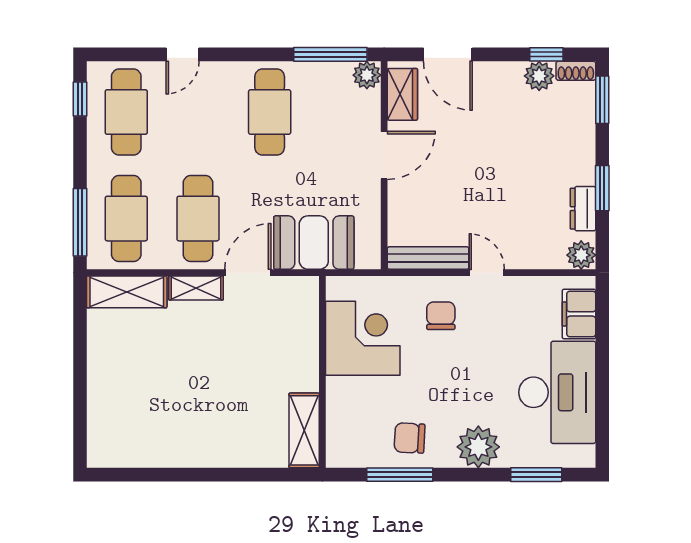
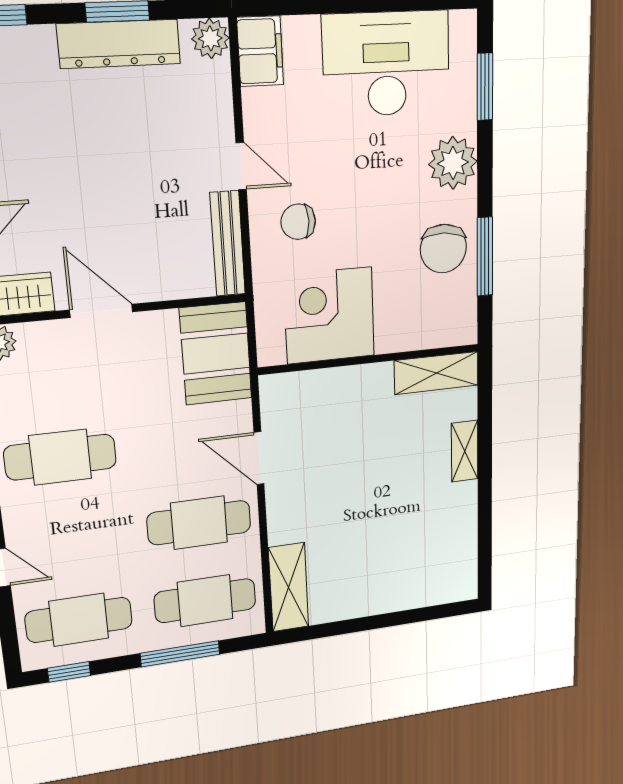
dresser: (583, 209) -> (119, 44), width x1.96, depth x1.24
window: (80, 222) -> (180, 654), moved
booth: (314, 243) -> (216, 354), moved
door: (487, 273) -> (241, 166), swing flipped
shelving: (196, 288) -> (465, 451), moved
filing cabinet: (579, 314) -> (260, 51), moved, turned -90
chair: (410, 438) -> (443, 249), width x1.37, depth x1.37

